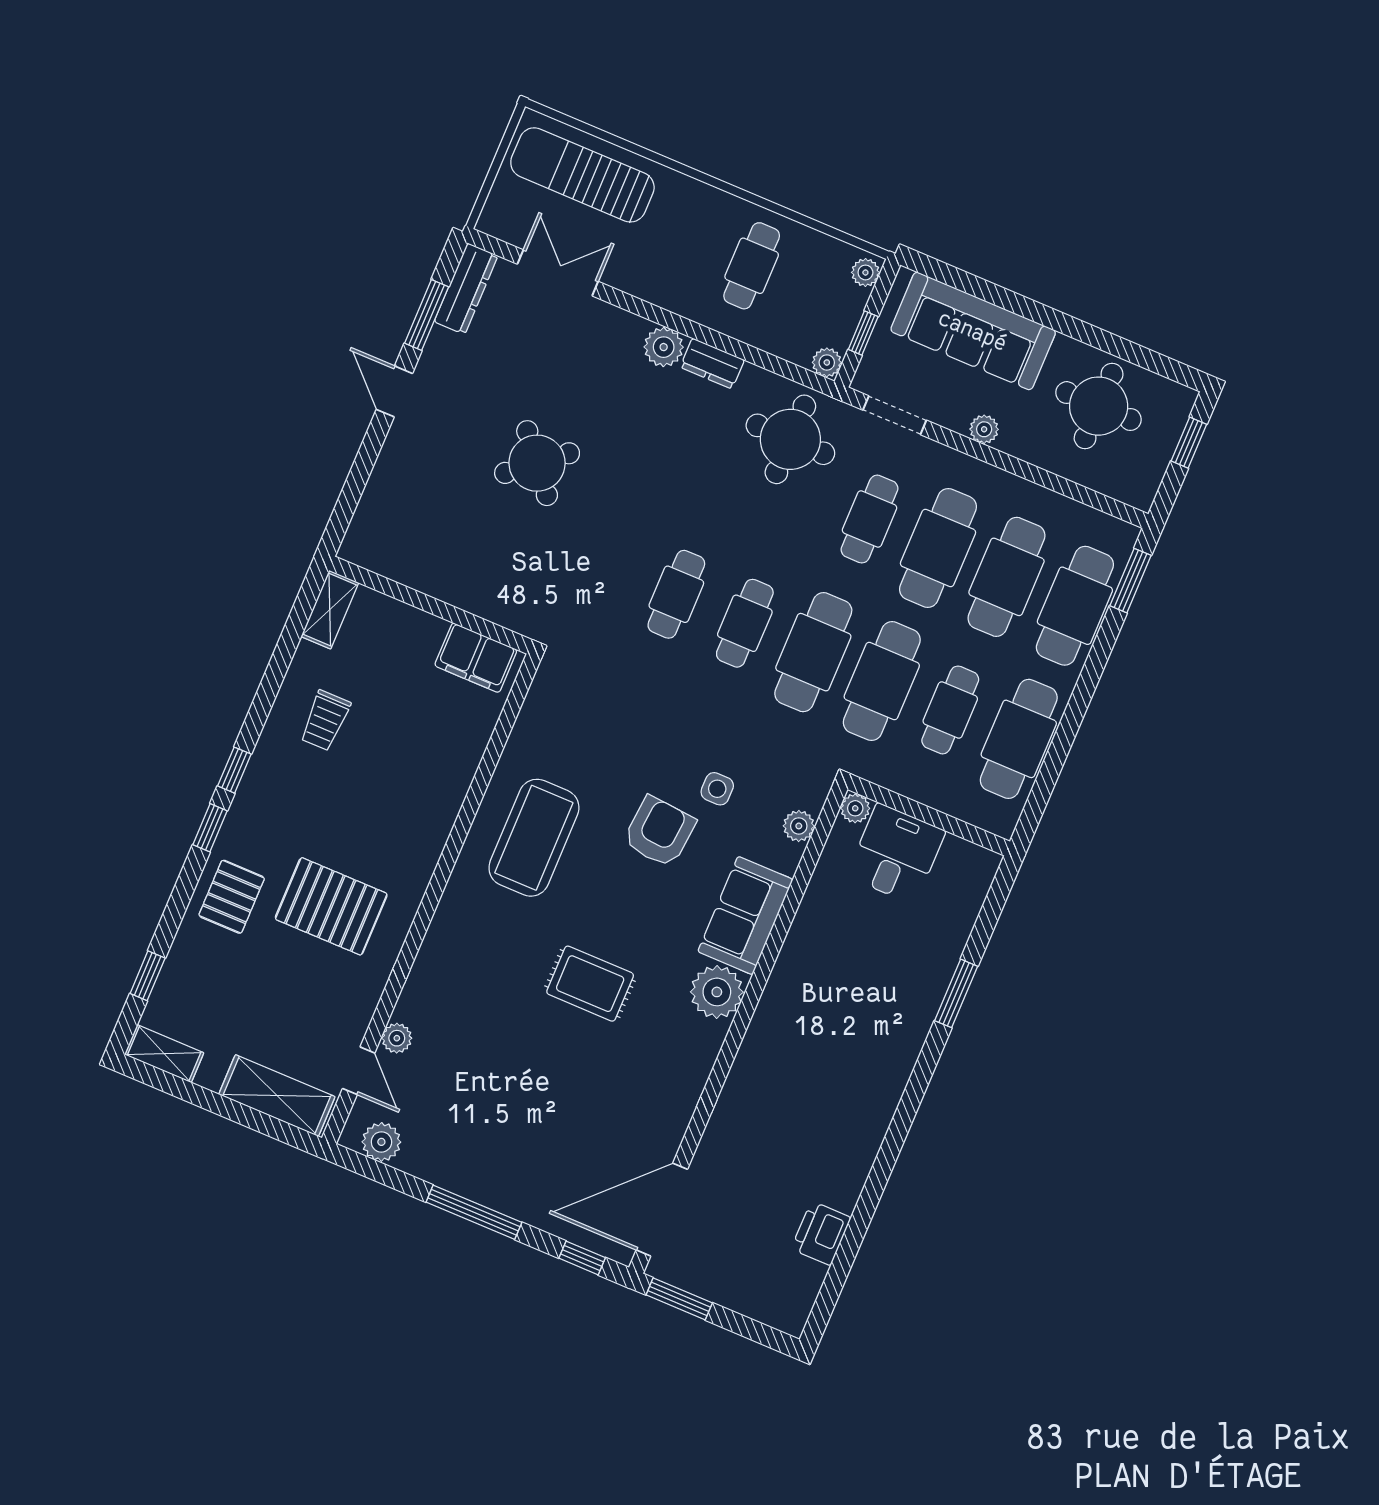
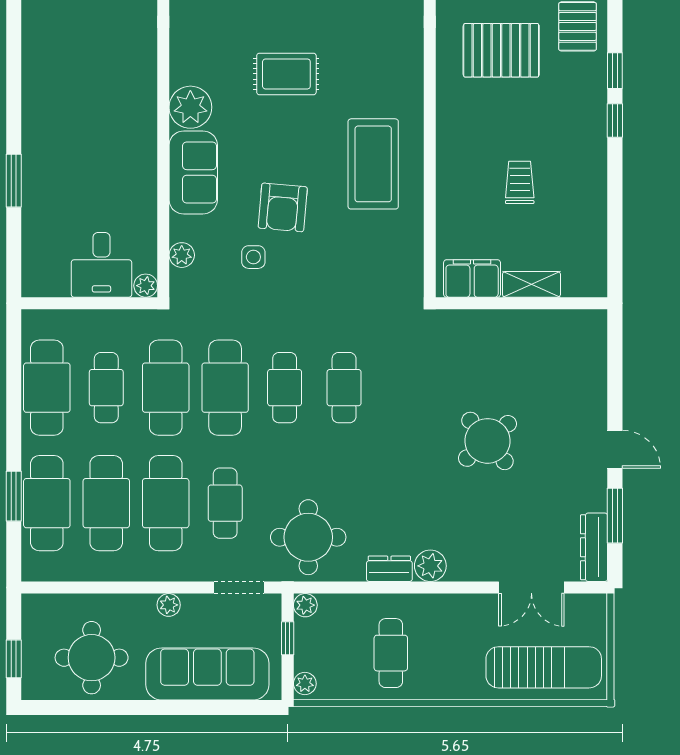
window: (1130, 581) -> (14, 496), moved
shelving: (330, 610) -> (531, 284), moved, turned 90
trolley: (325, 720) -> (520, 182), moved

